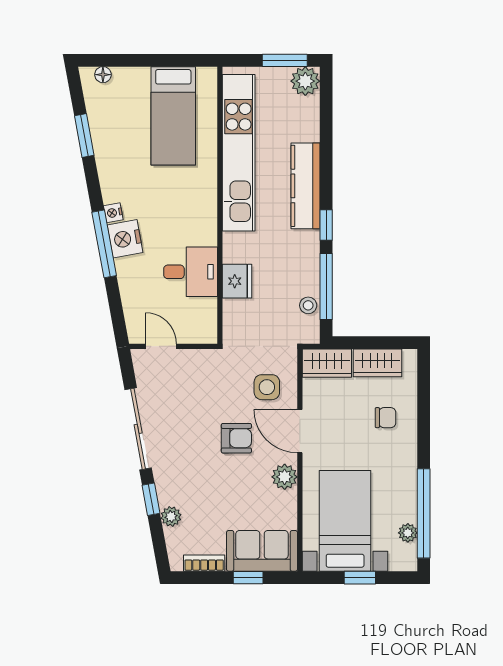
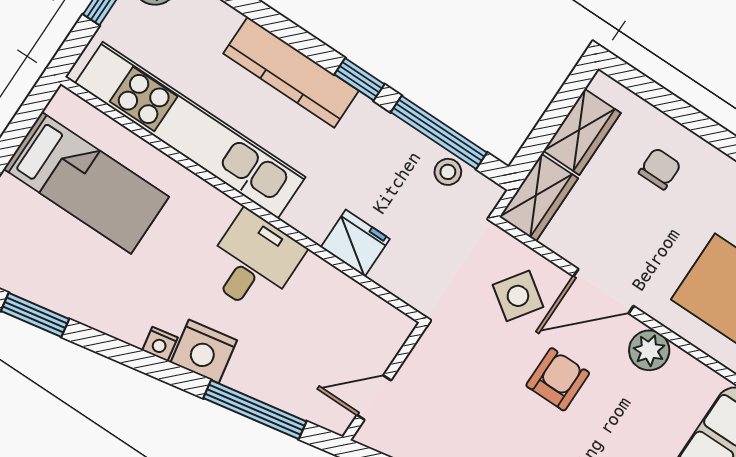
window: (104, 244) -> (255, 410), moved
desk: (191, 272) -> (253, 262), moved
side table: (267, 387) -> (518, 296), turned 35

